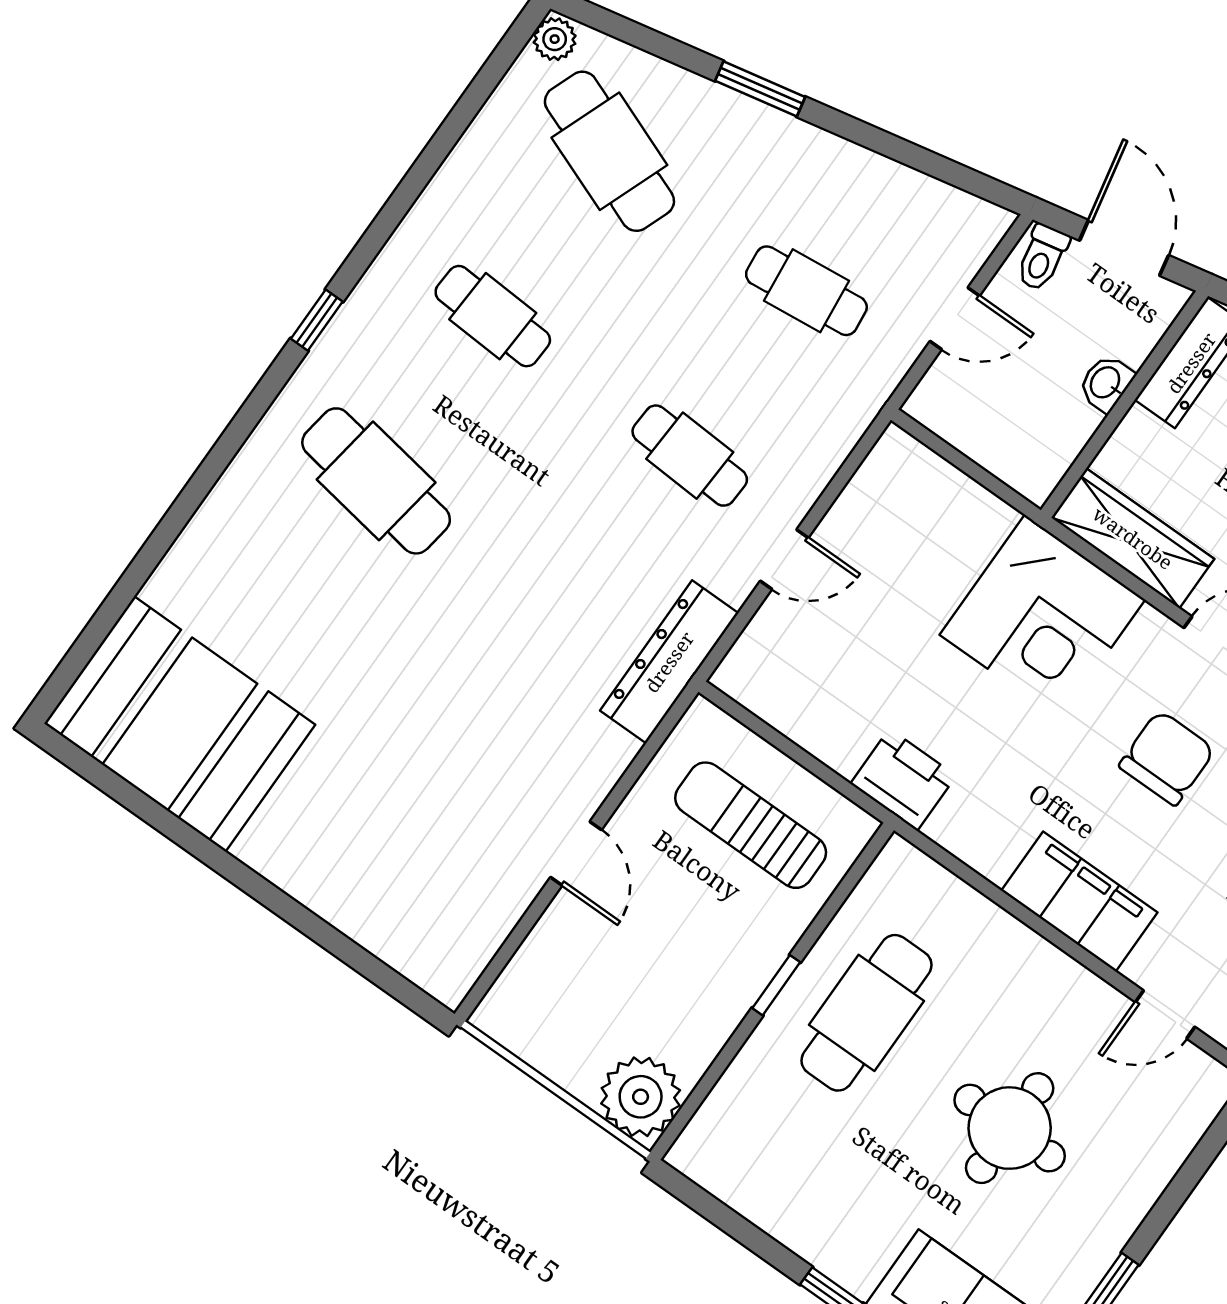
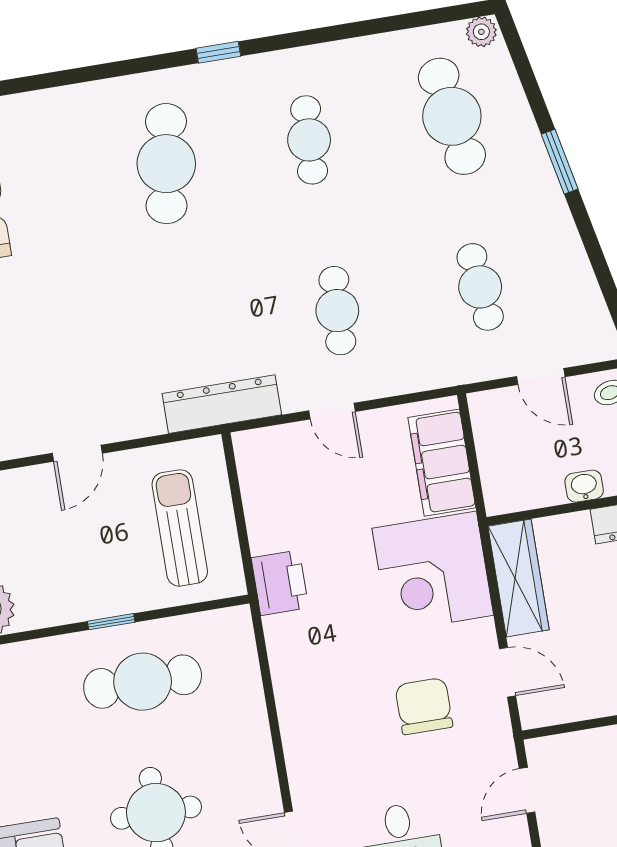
cafe table: (609, 151) -> (452, 116), turned -30
chair: (1167, 758) -> (424, 706), turned -90
filing cabinet: (1079, 901) -> (442, 463), moved, turned 180

